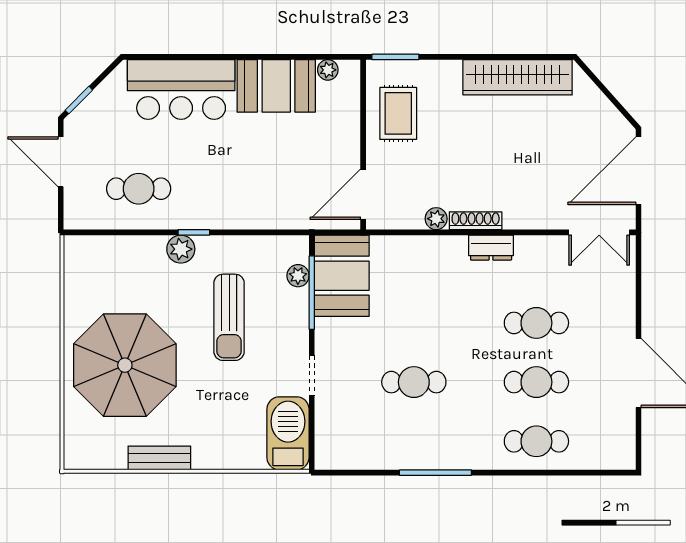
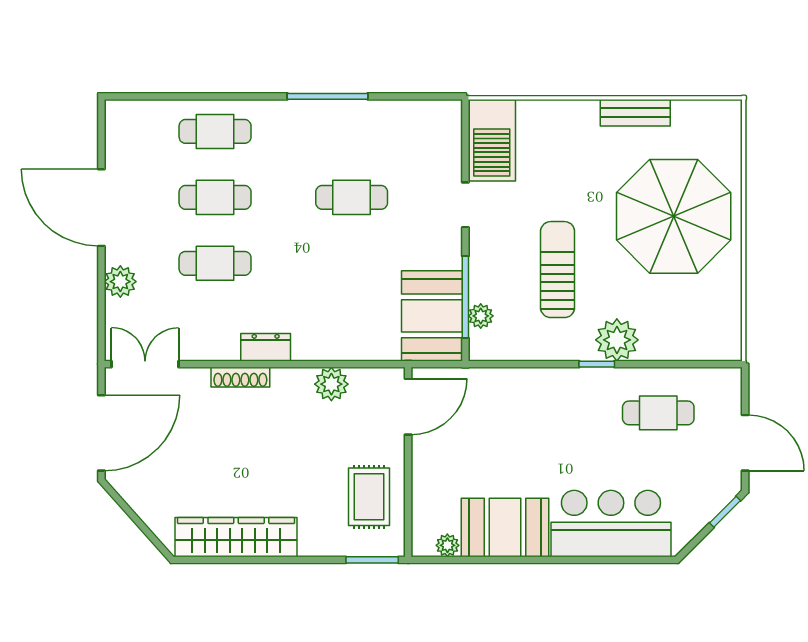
plant: (436, 219) -> (331, 384), width x1.38, depth x1.38
shoe rack: (476, 221) -> (240, 377), moved
plant: (181, 249) -> (617, 340), width x1.36, depth x1.36
plant: (621, 307) -> (120, 282), added

